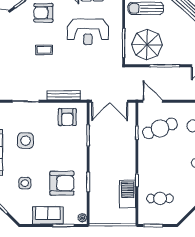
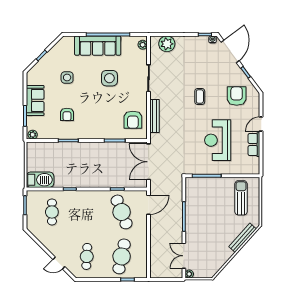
parasol: (147, 45) -> (205, 199), removed
armchair: (67, 117) -> (133, 120), turned -90
armchair: (62, 183) -> (67, 114), width x0.53, depth x0.53
barbecue: (128, 194) -> (40, 180), moved

